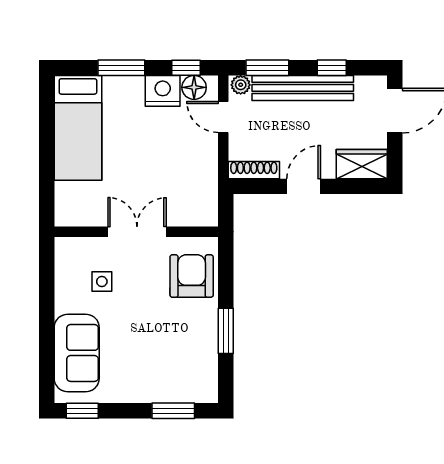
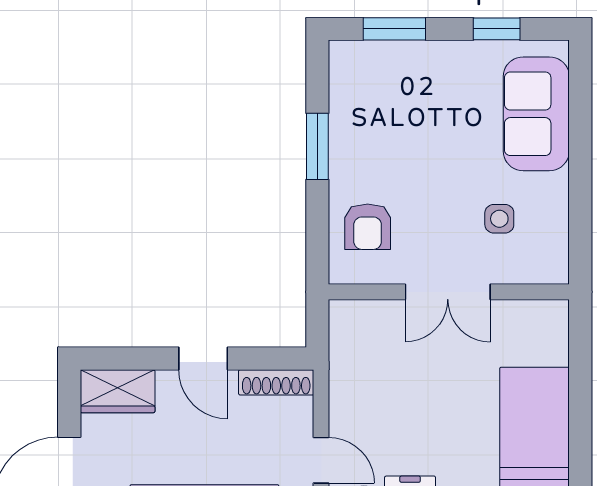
door: (304, 186) -> (203, 359), hinge flipped
armchair: (192, 276) -> (368, 227), width x0.72, depth x0.72
window: (82, 411) -> (497, 29), moved

